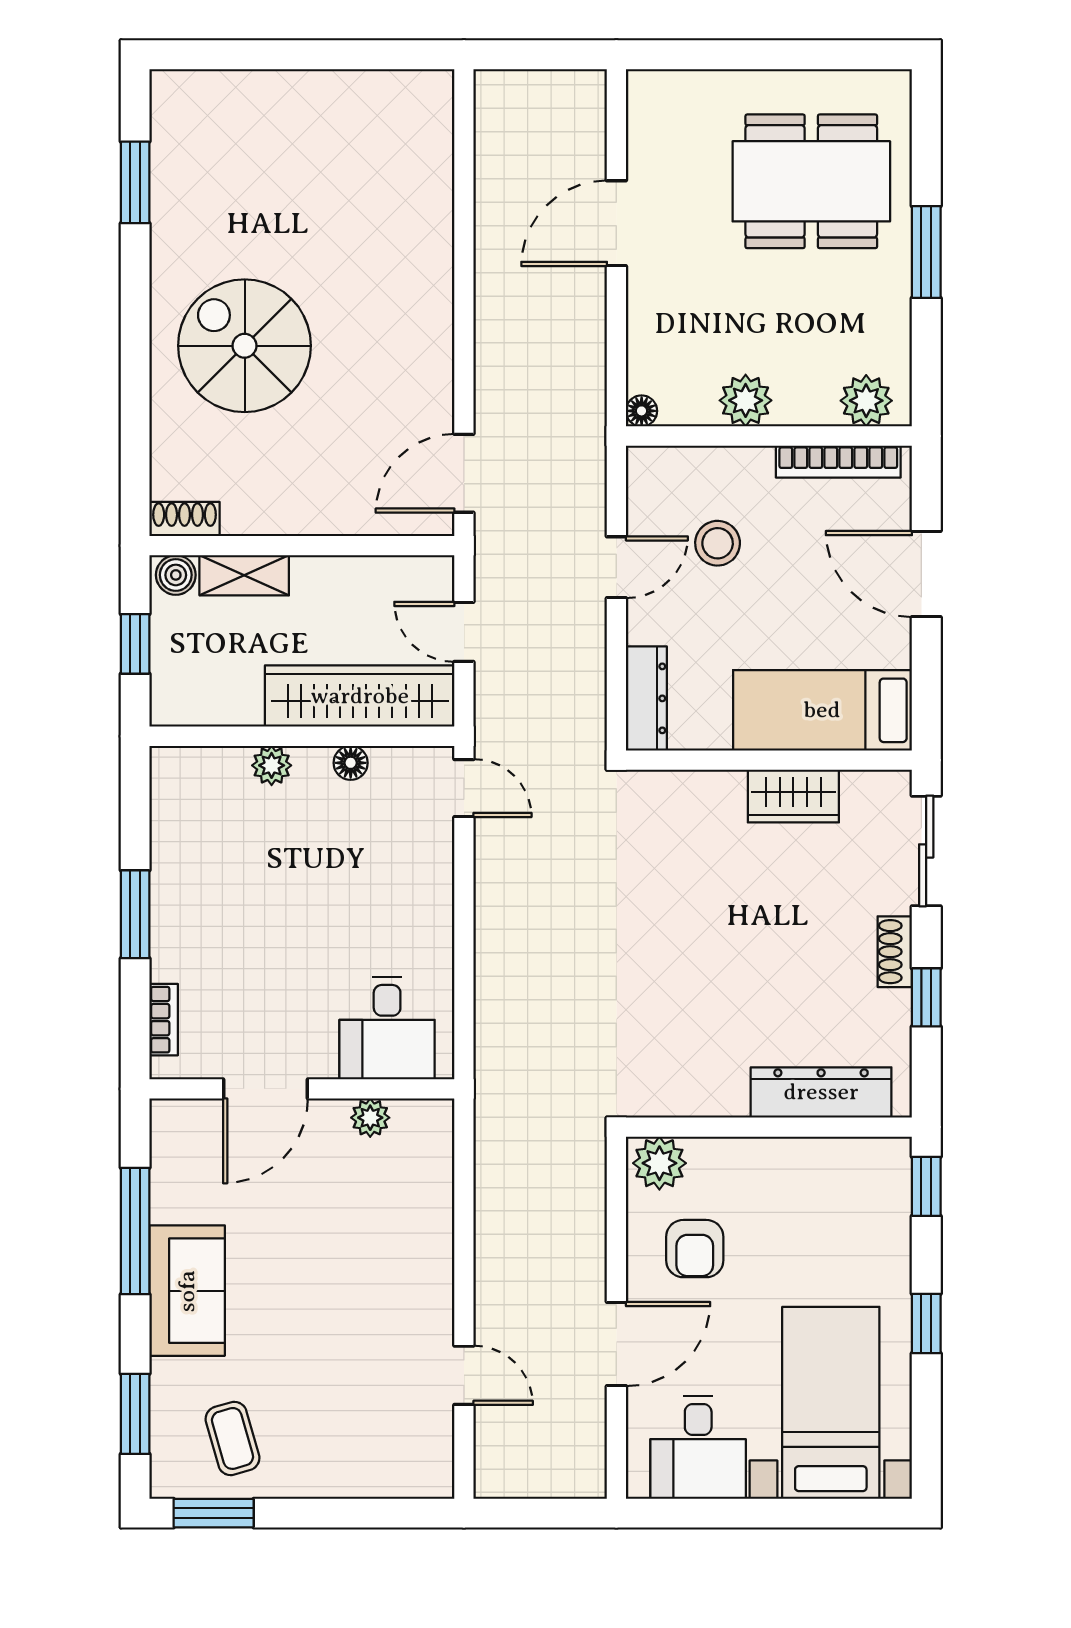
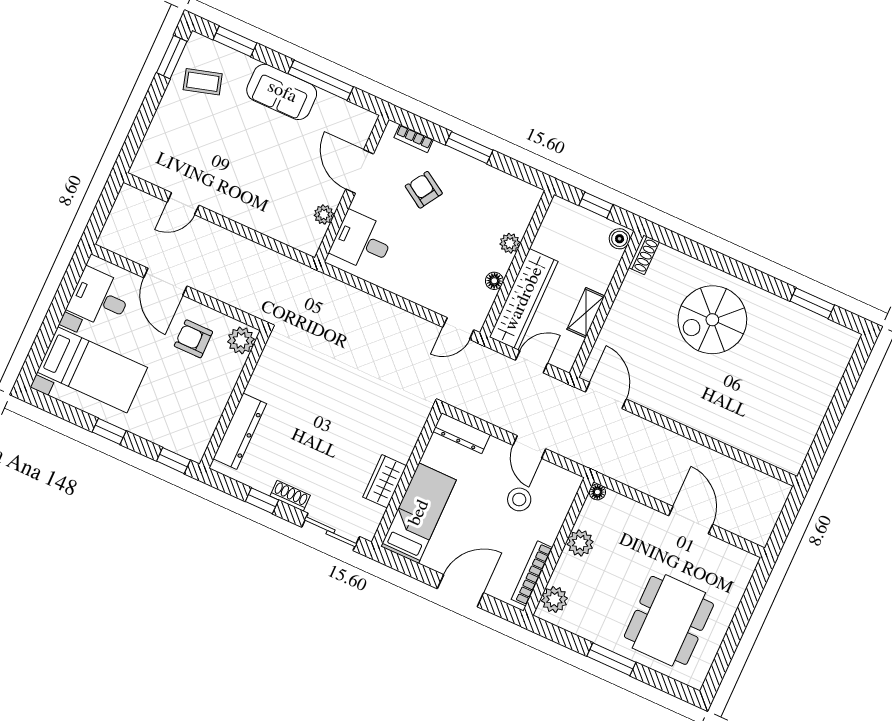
spiral stairs: (245, 346) -> (712, 320), turned 180
shelving: (244, 575) -> (586, 313), moved
armchair: (246, 961) -> (424, 190), added

